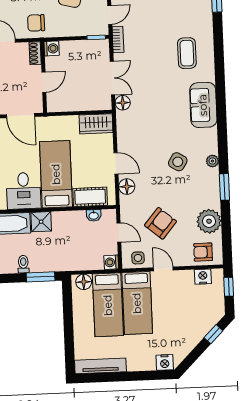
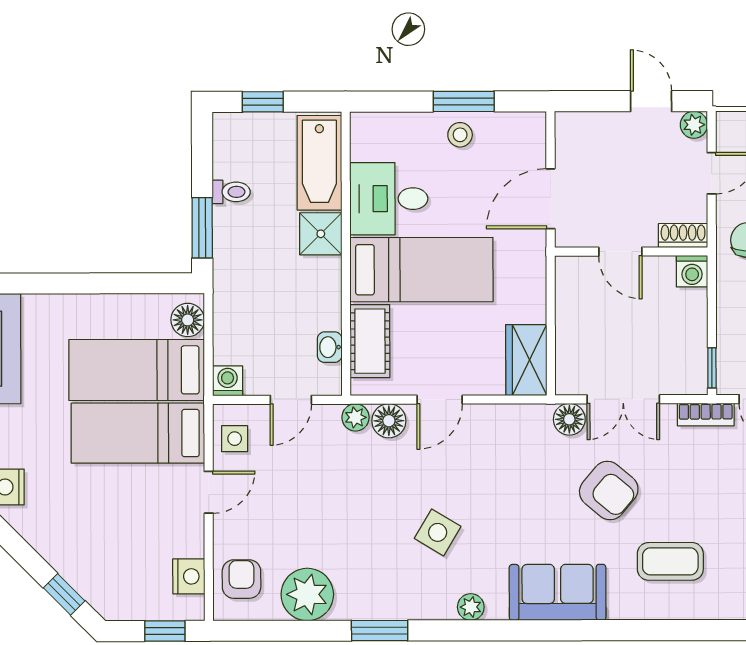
plant: (212, 161) -> (471, 607), moved
plant: (126, 202) -> (355, 417), added
armchair: (161, 223) -> (609, 491), moved

